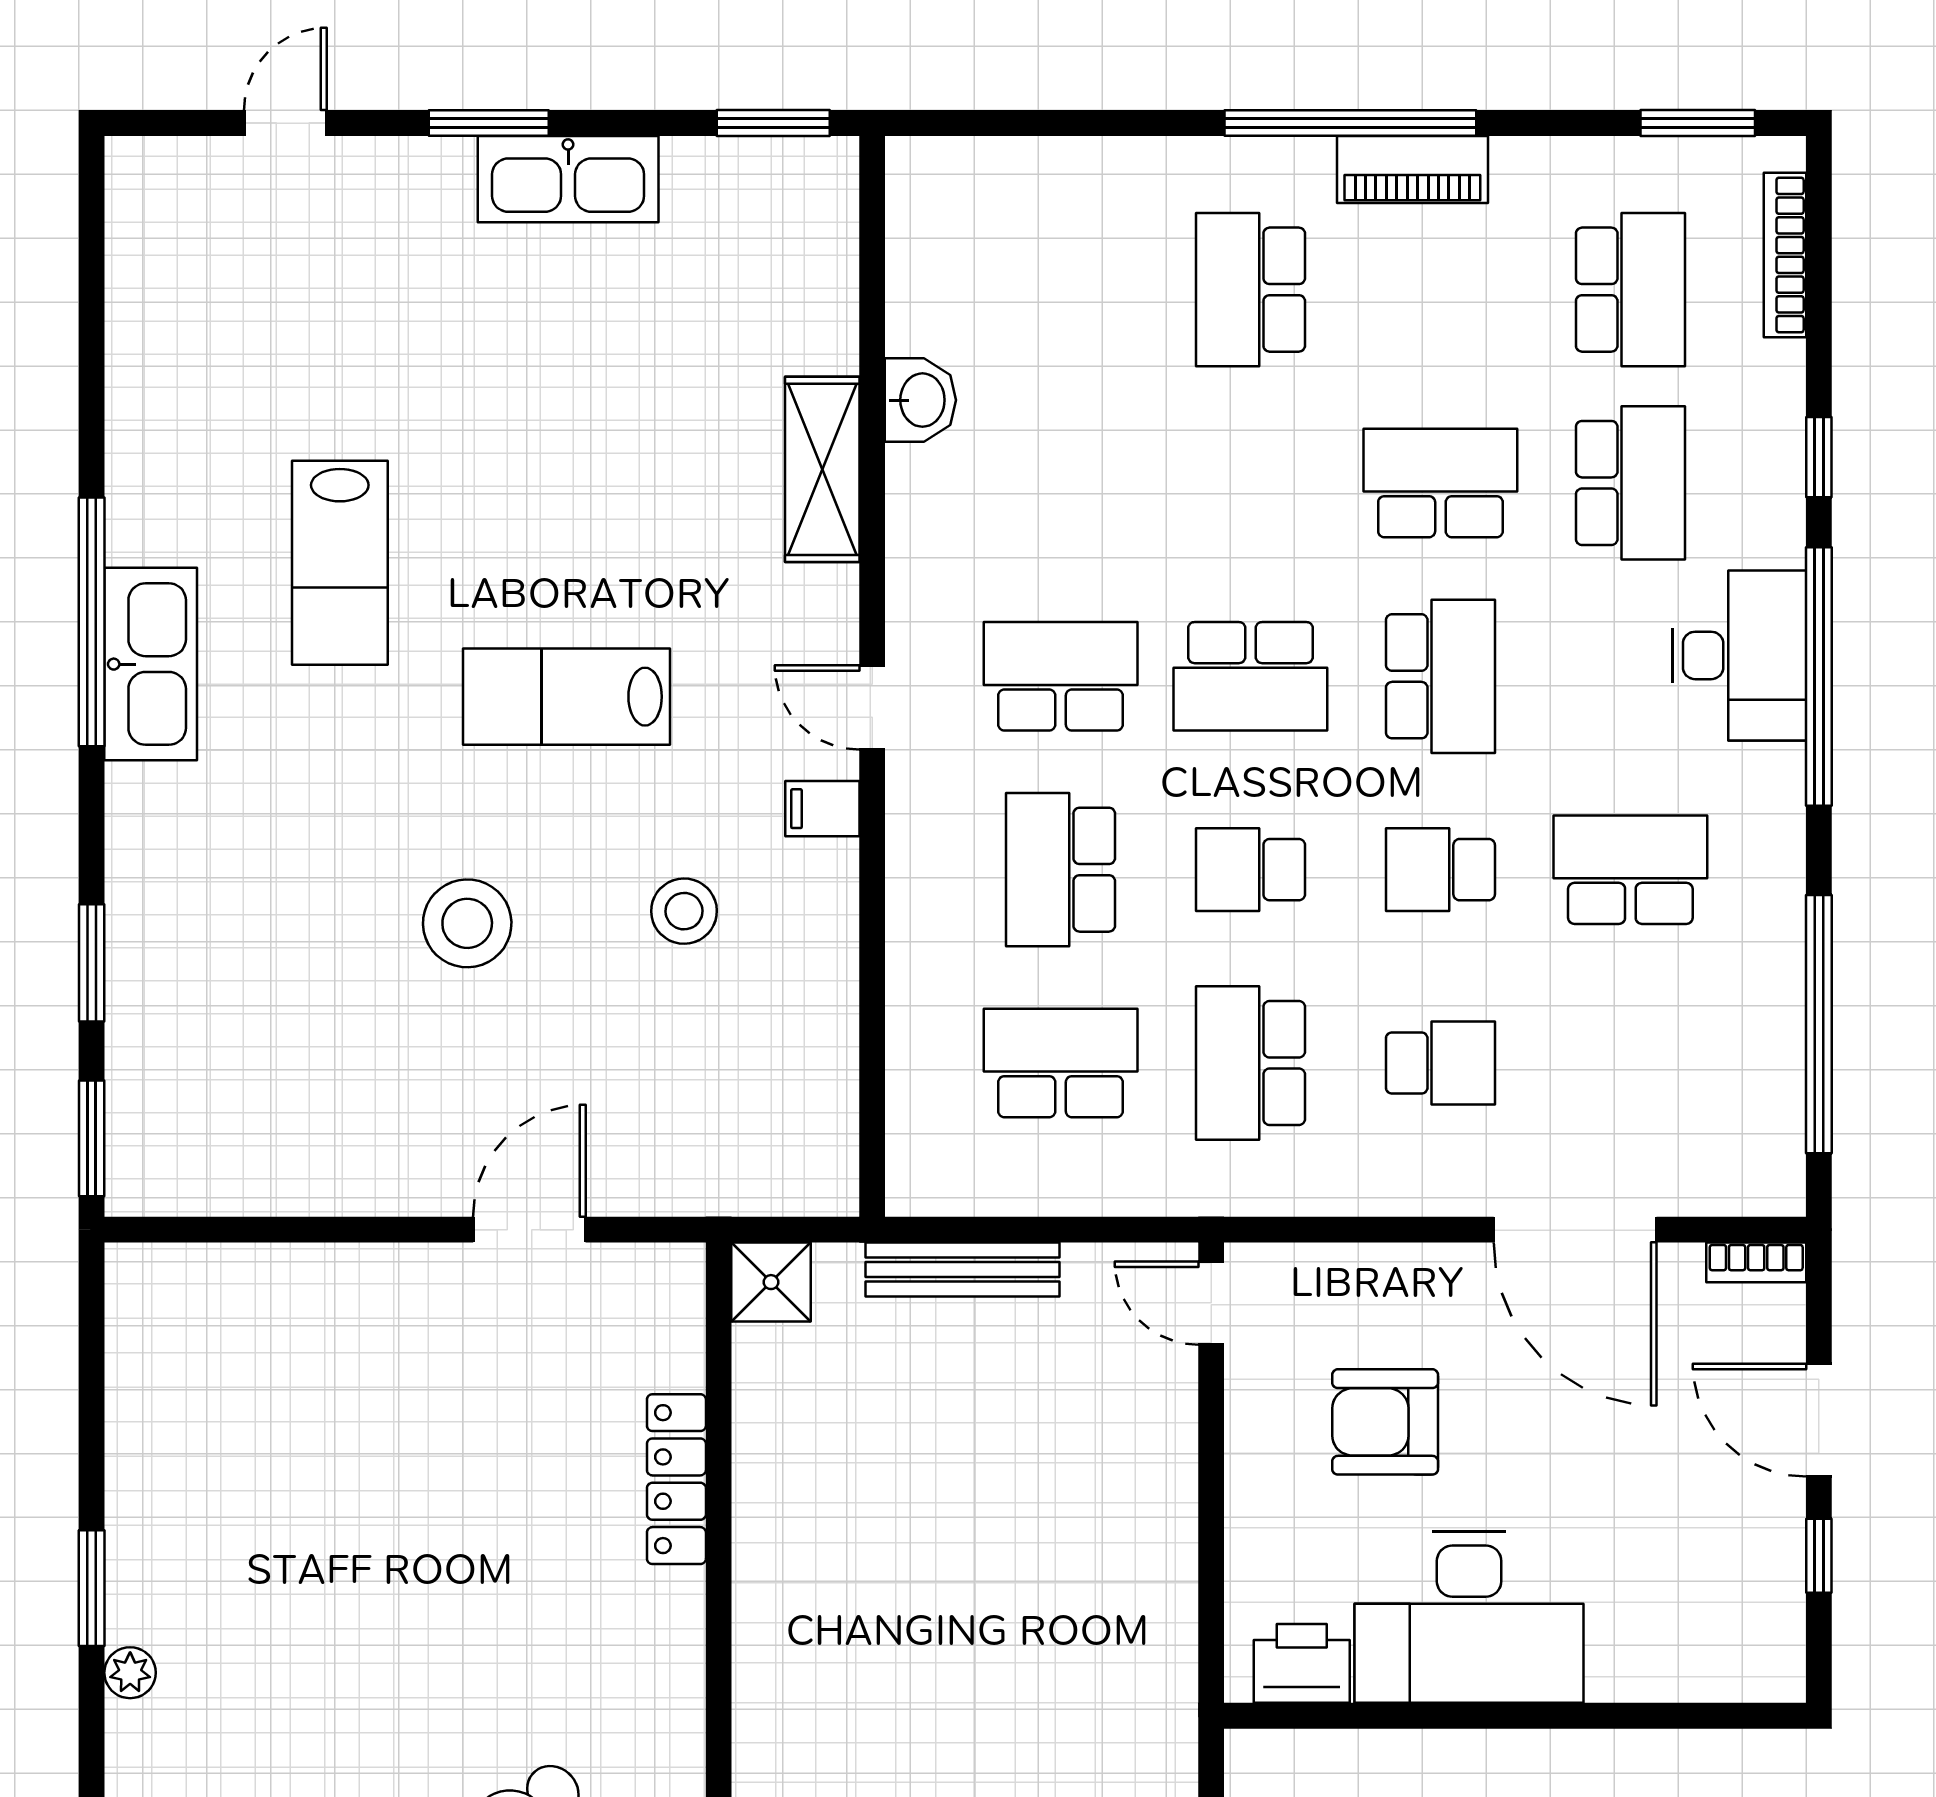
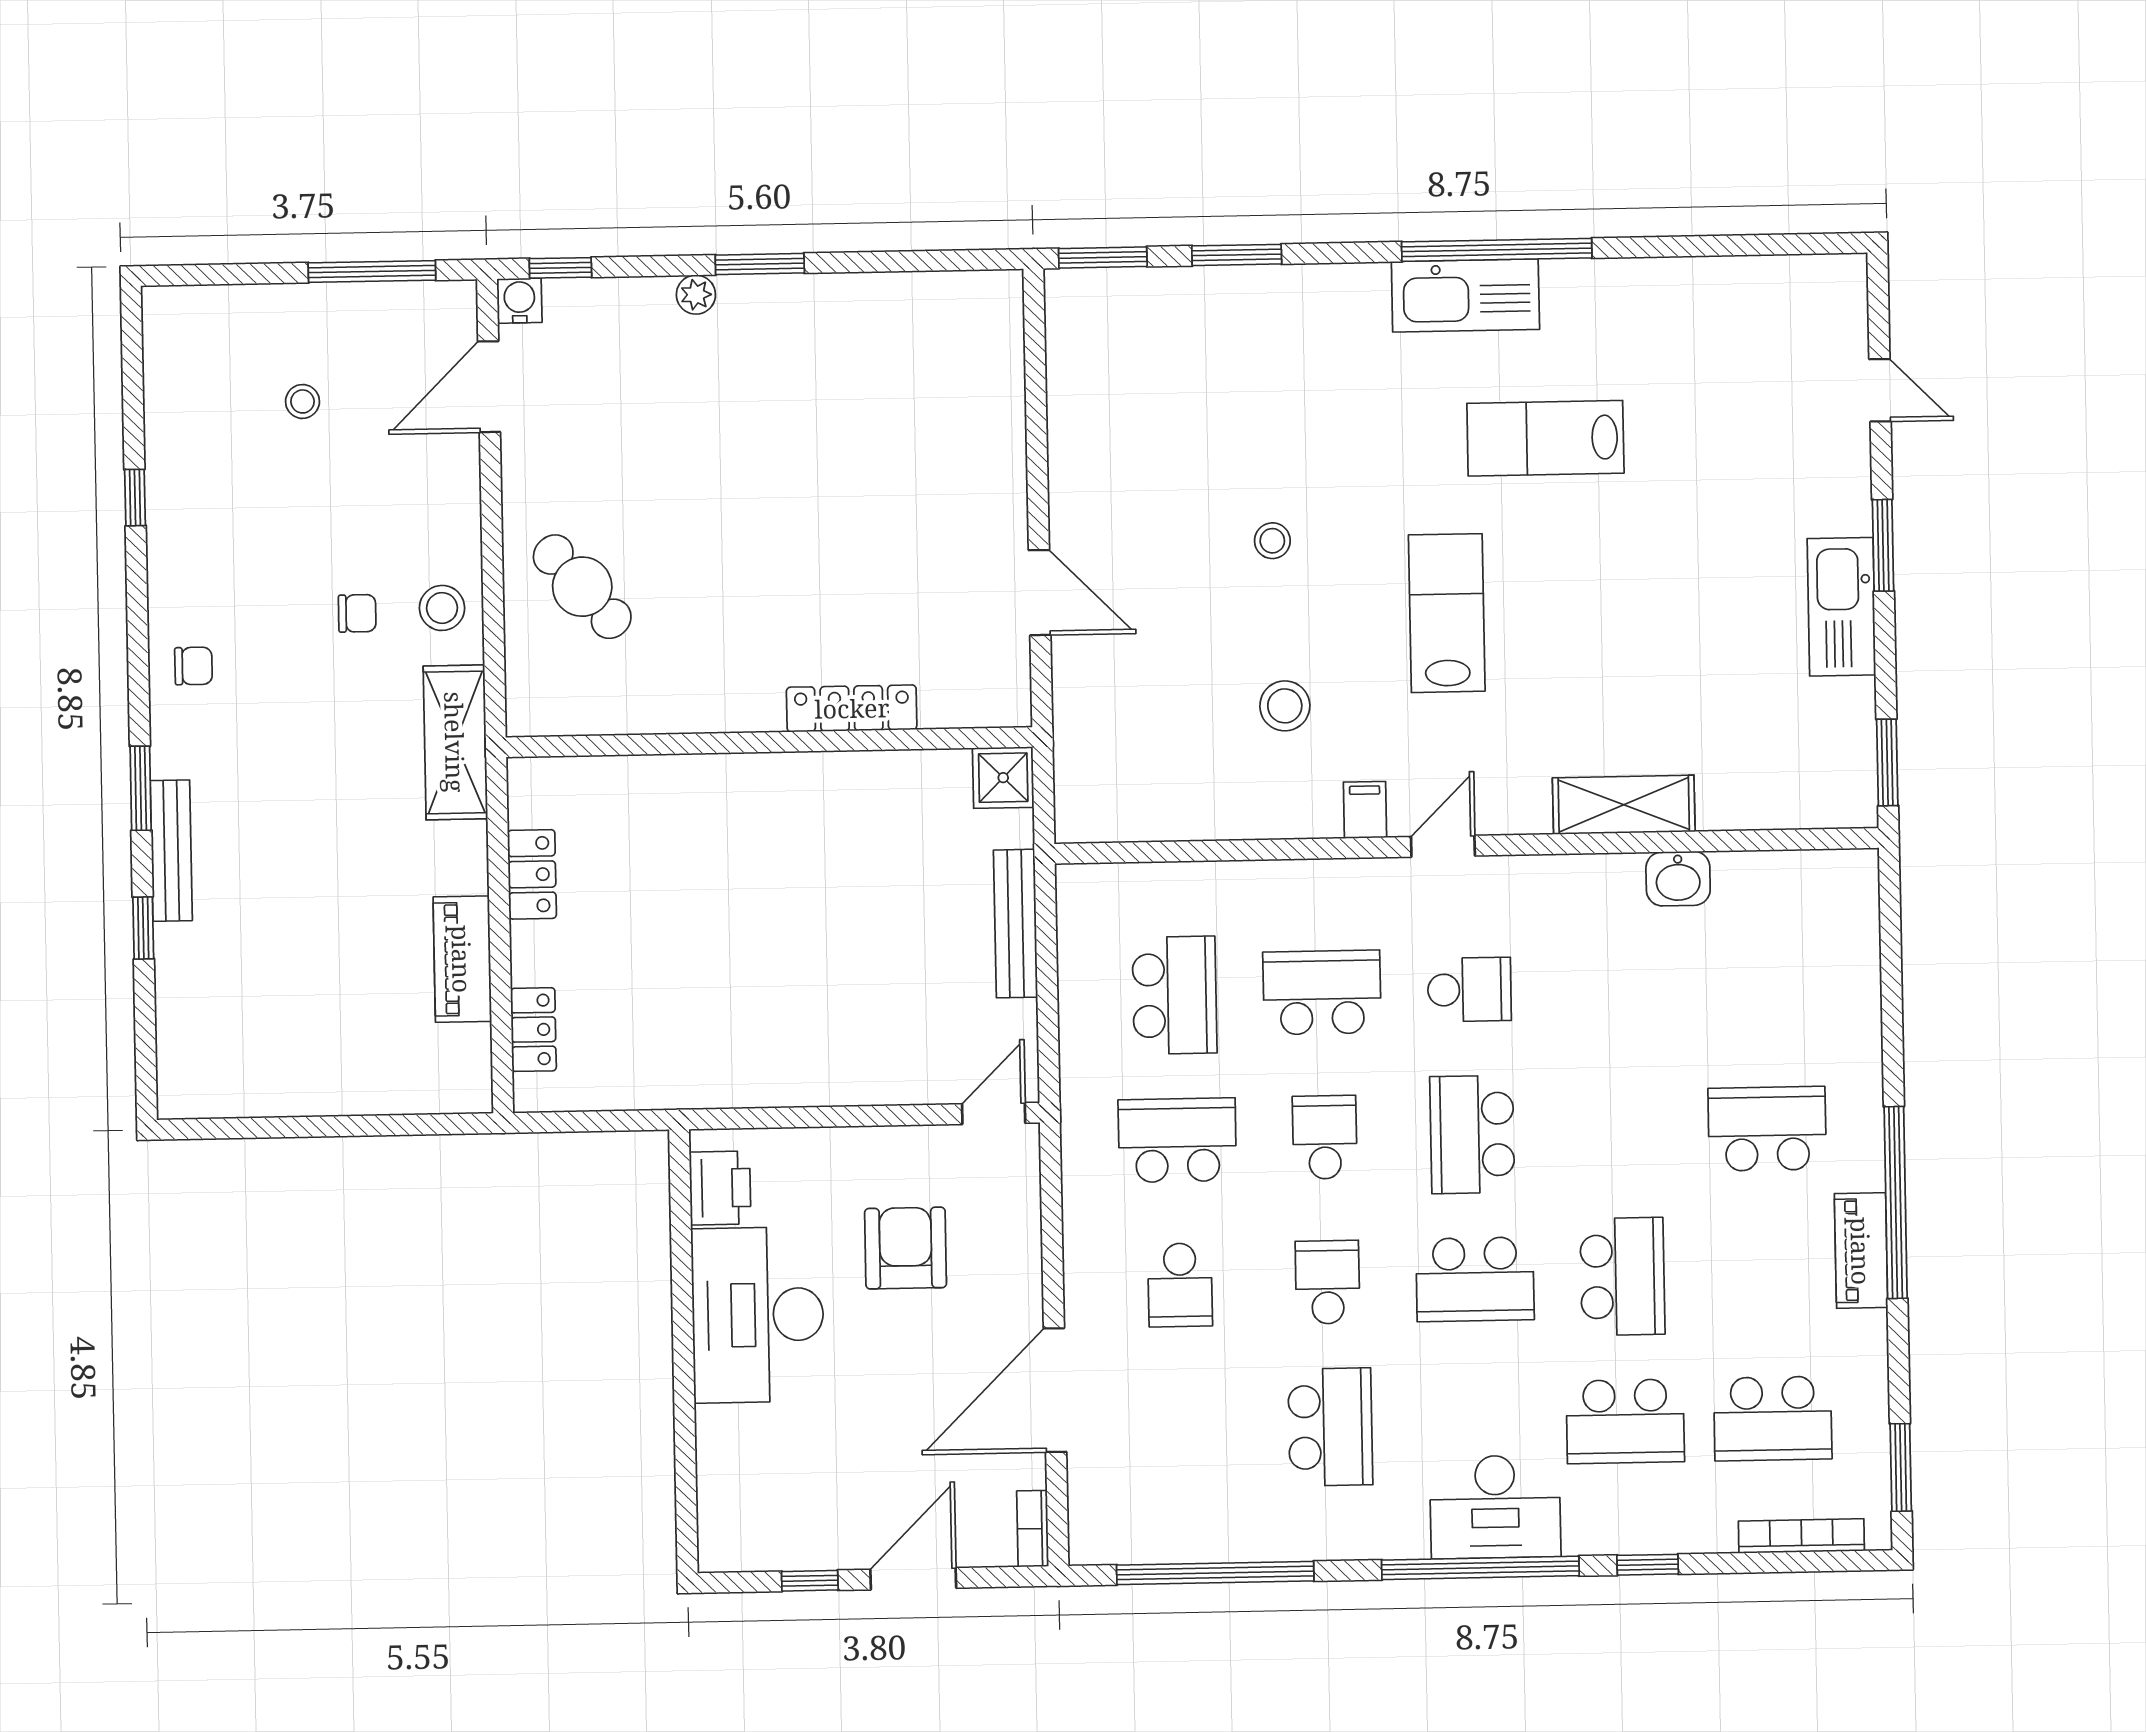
school desk: (1061, 676) -> (1469, 990), width x0.54
stool: (467, 923) -> (1272, 541), width x0.53, depth x0.53

